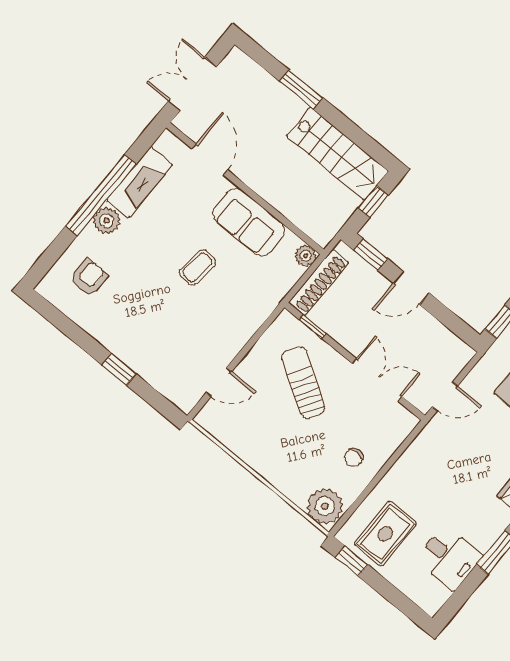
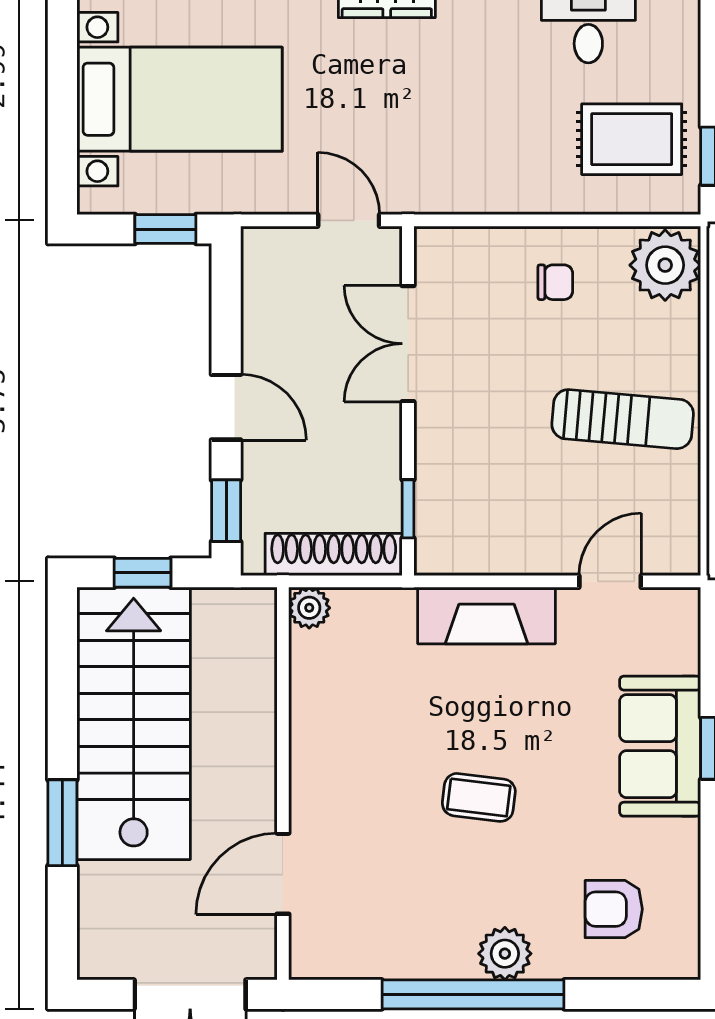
stairs: (337, 154) -> (134, 723), width x1.36, depth x1.51
fireplace: (139, 182) -> (487, 616), moved, turned 180
sofa: (249, 222) -> (660, 746), moved, turned 180
coffee table: (198, 267) -> (479, 797), moved
door: (219, 382) -> (610, 581), hinge flipped
sun lounger: (303, 383) -> (623, 419), moved, turned -117

